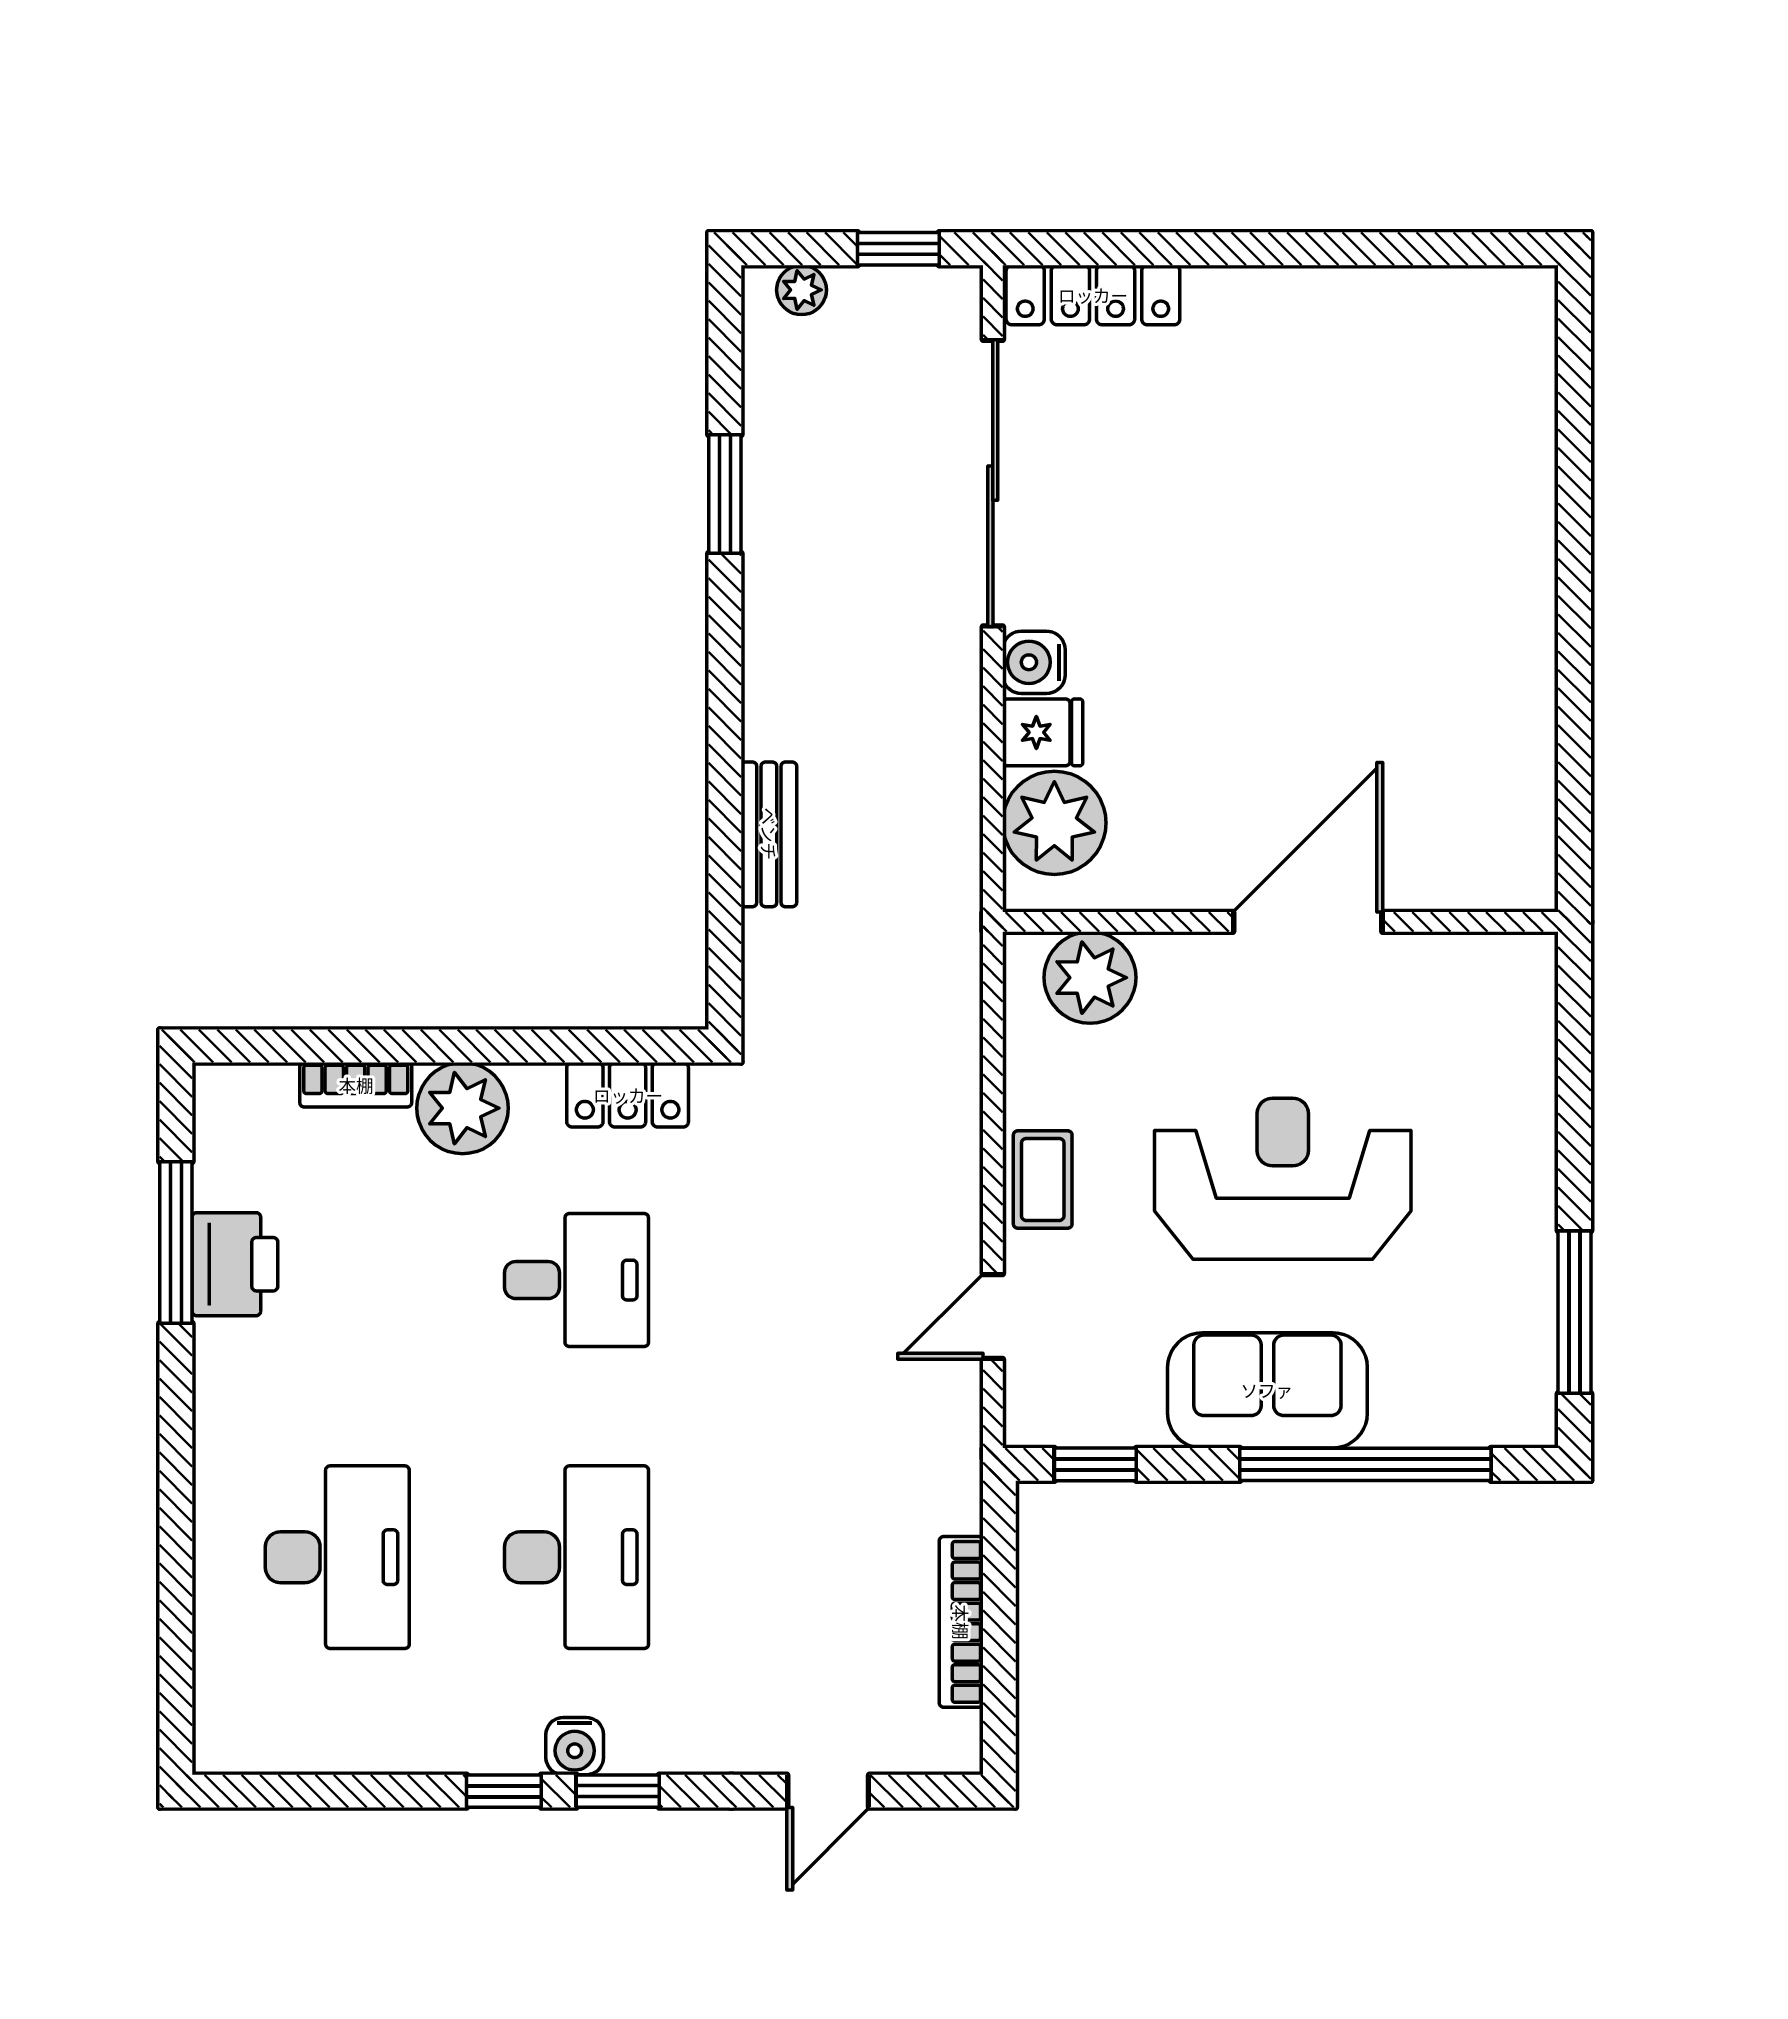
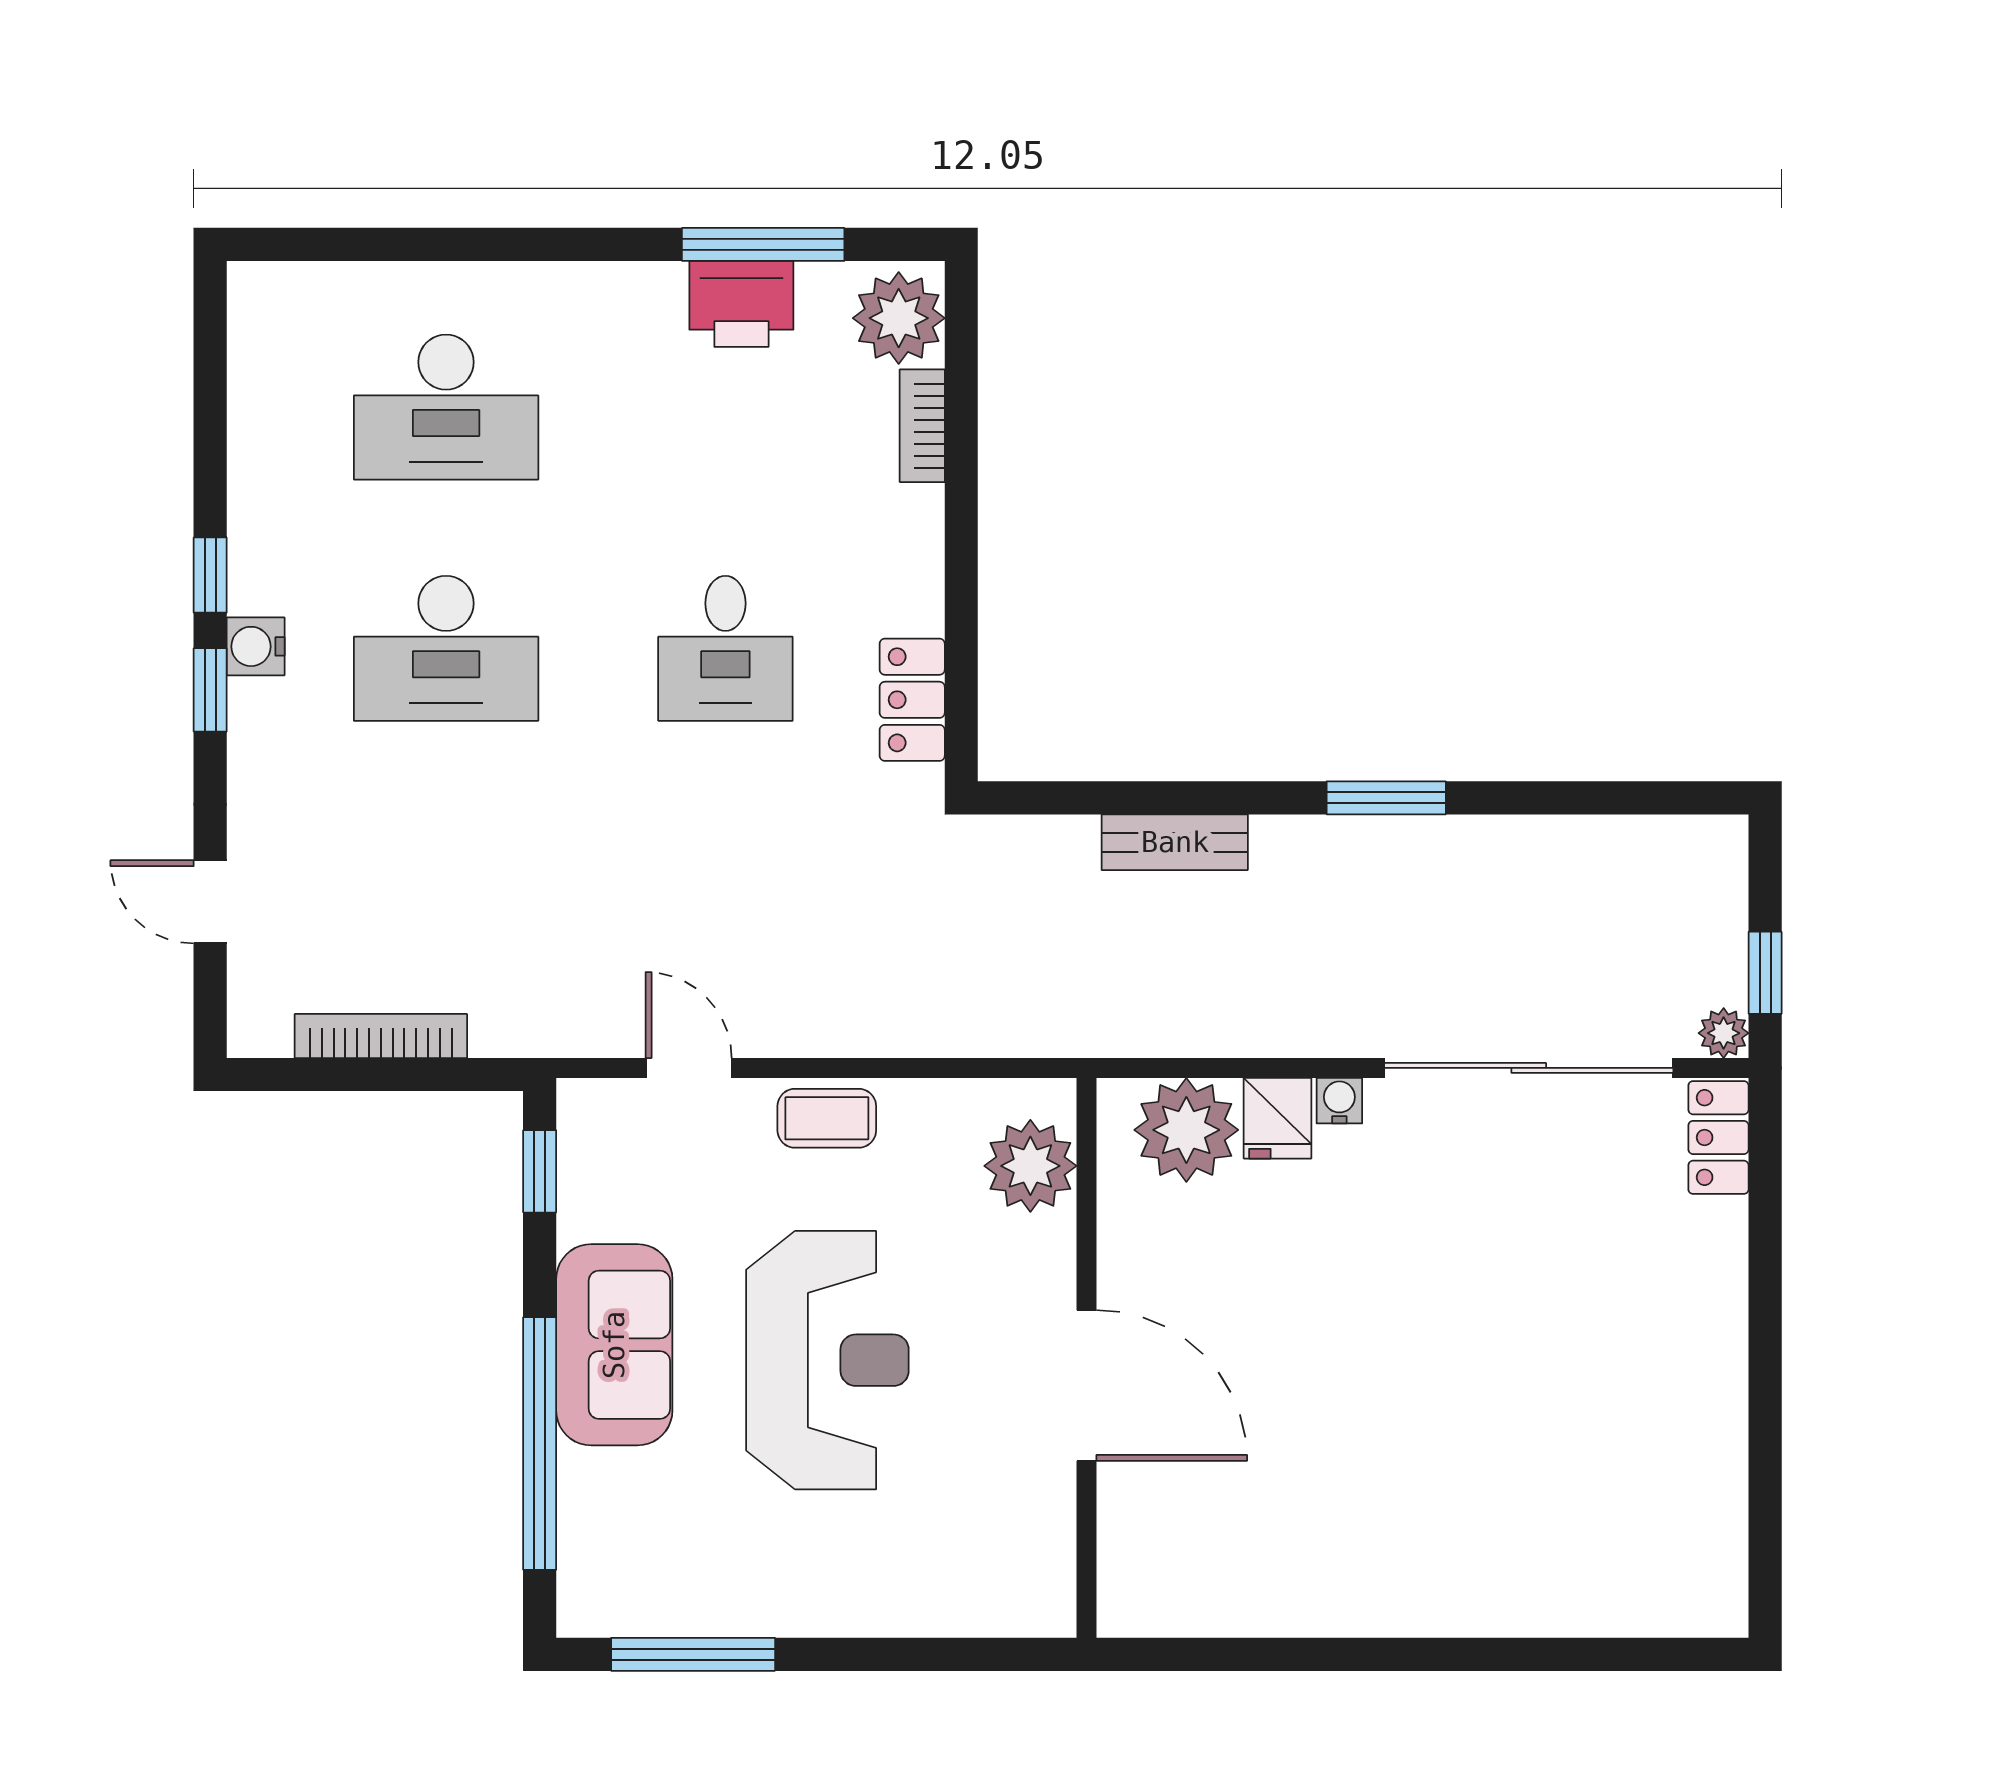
plant: (802, 290) -> (1724, 1033), moved
locker: (1093, 295) -> (1718, 1137), width x0.66
window: (725, 494) -> (1386, 798), moved
water cooler: (1034, 662) -> (1339, 1101), width x0.72, depth x0.72
plant: (463, 1108) -> (899, 318), moved

